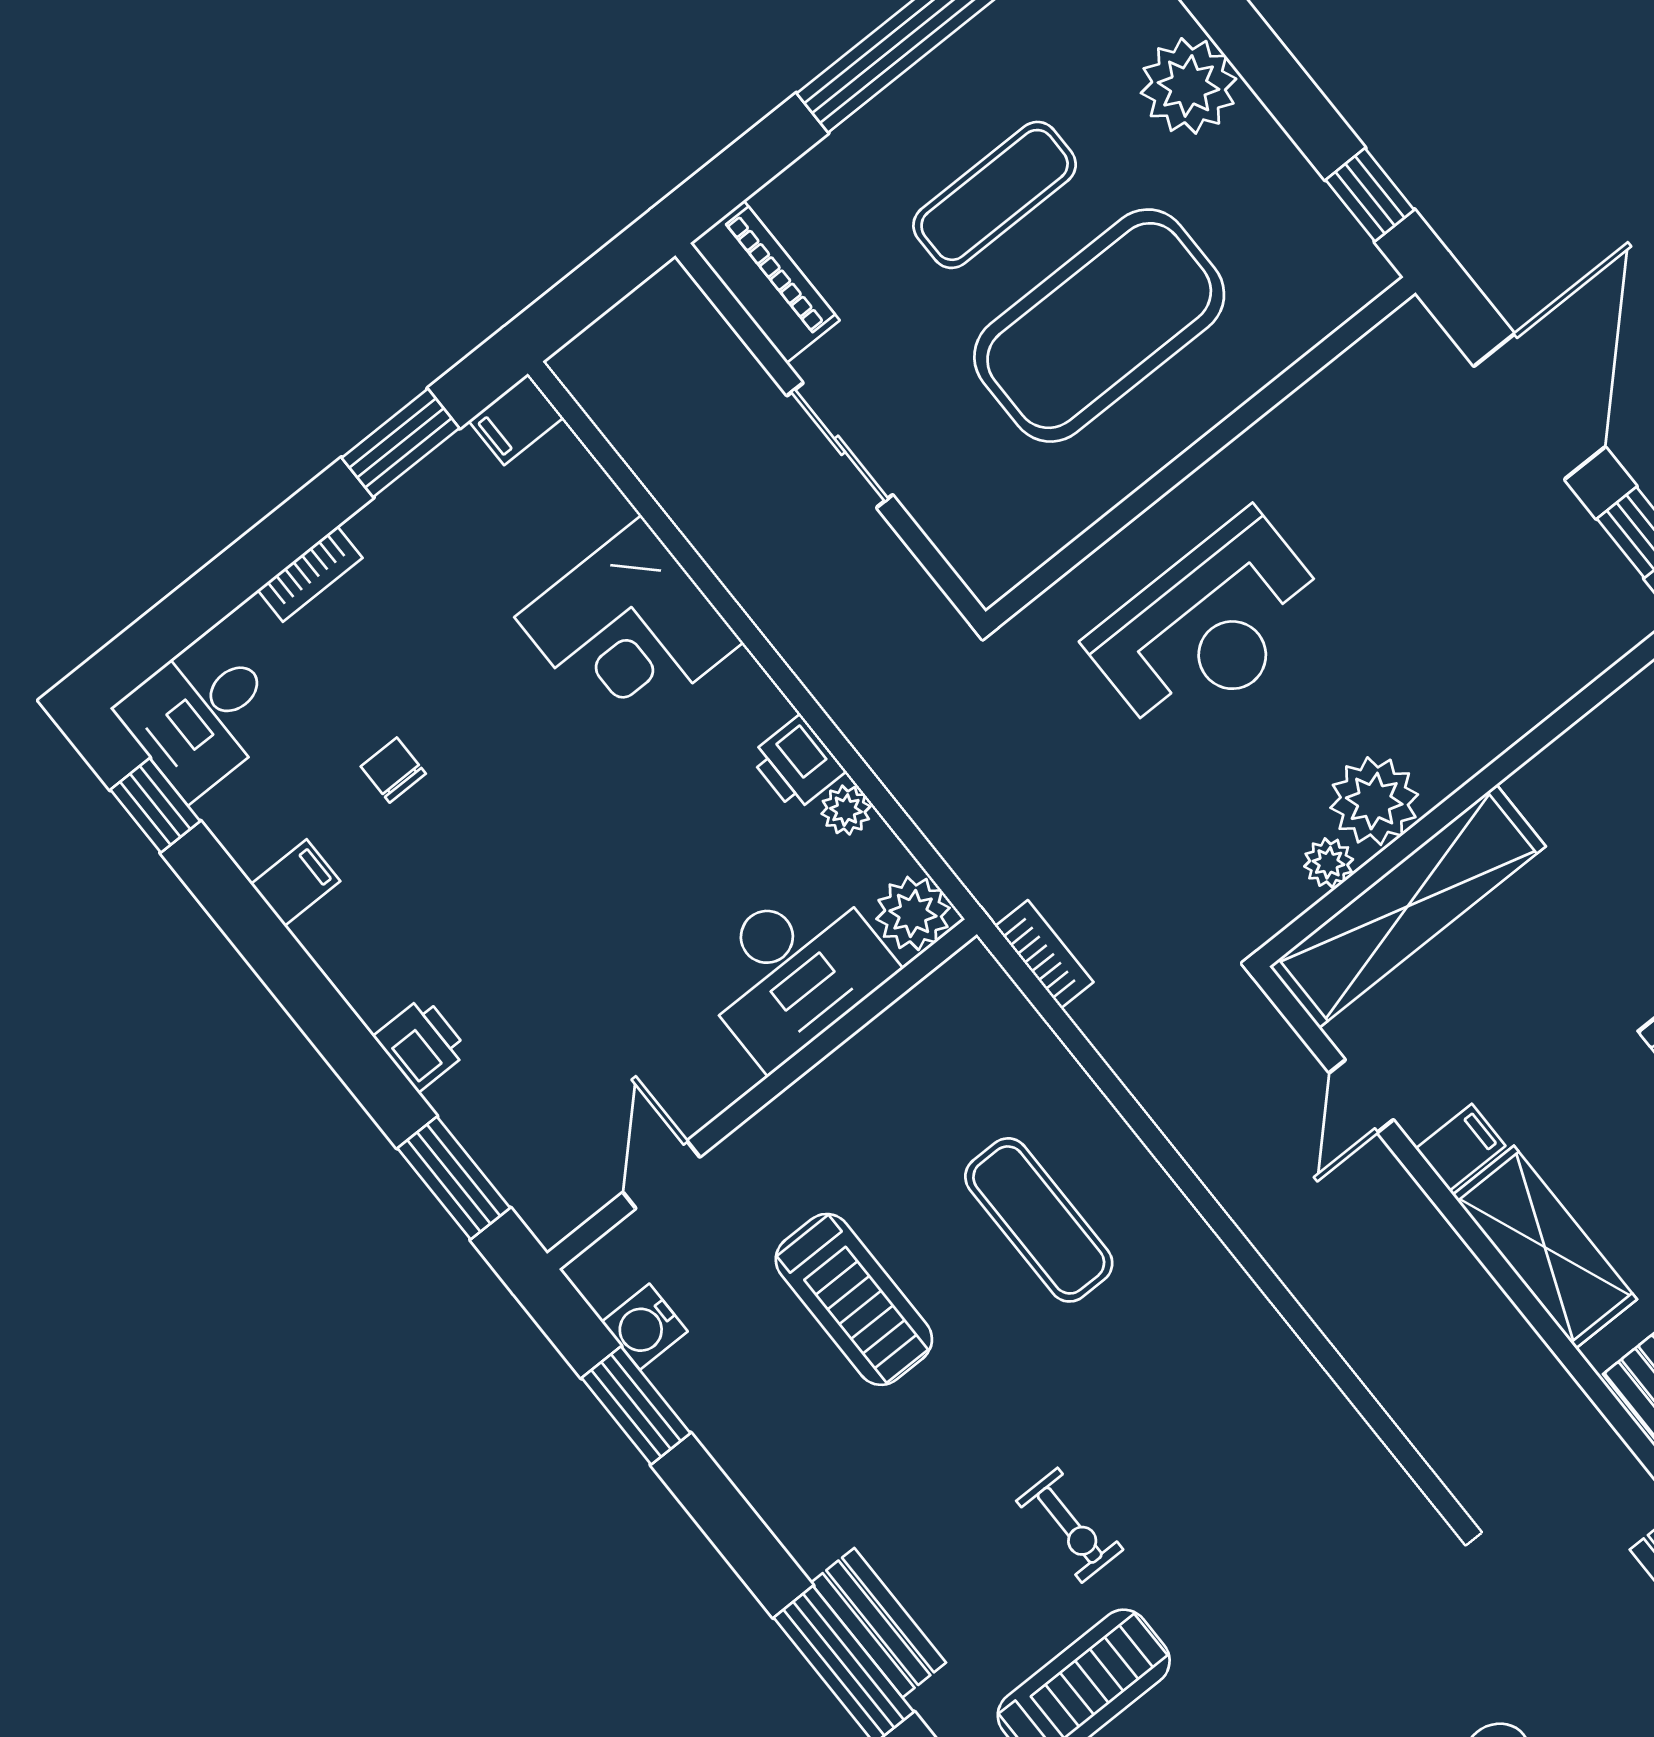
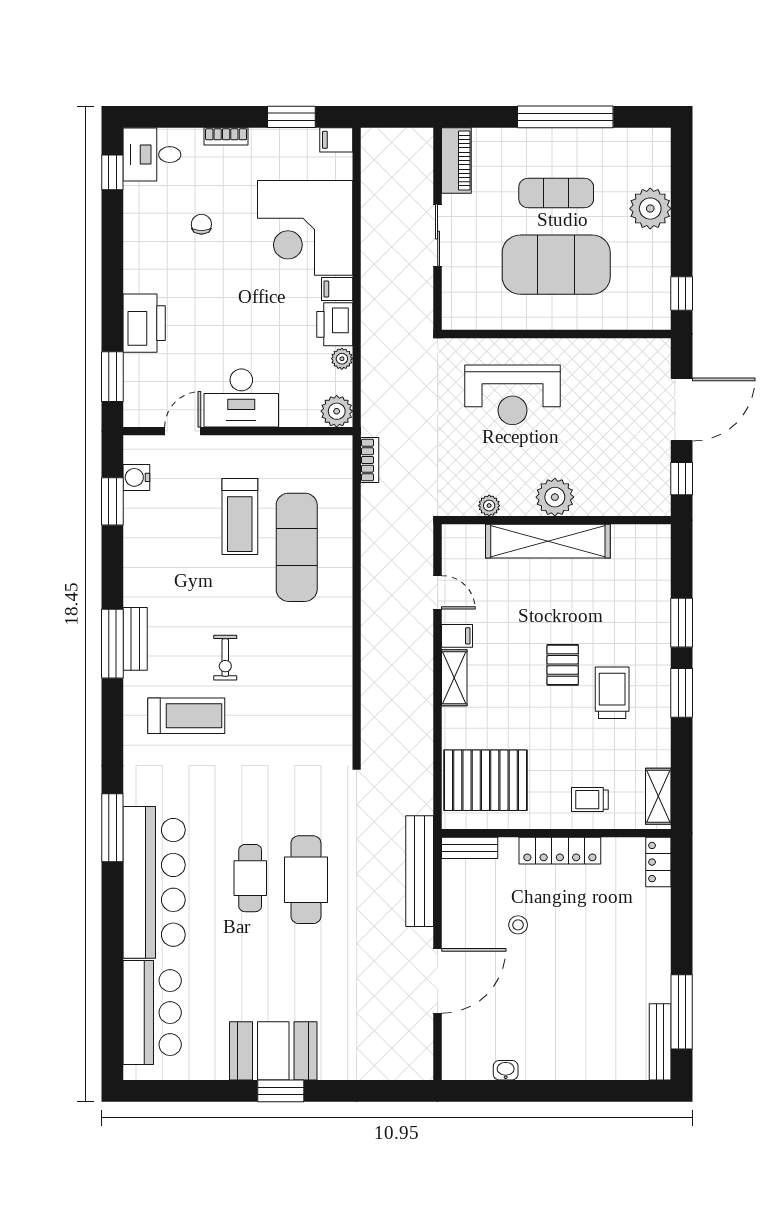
corner desk: (629, 630) -> (305, 228), width x1.36, depth x1.36
printer: (797, 763) -> (335, 324), width x1.36, depth x1.24
plant: (1374, 801) -> (555, 497), moved
filing cabinet: (296, 883) -> (337, 289), moved, turned 180
shelving: (1408, 906) -> (548, 541), moved
desk: (793, 970) -> (241, 398), moved
printer: (421, 1044) -> (144, 323), width x1.87, depth x1.48
door: (1361, 1096) -> (438, 592), swing flipped
exercise mat: (1039, 1220) -> (297, 547), width x1.36, depth x1.45
shelving: (1545, 1247) -> (454, 678), width x0.67, depth x0.75
treadmill: (854, 1299) -> (240, 517), moved

